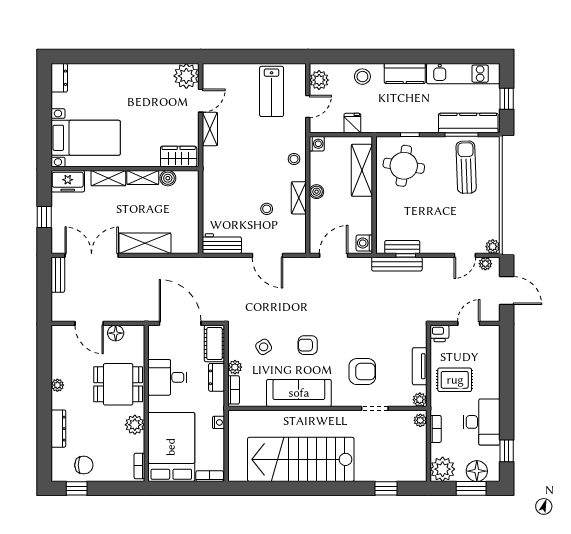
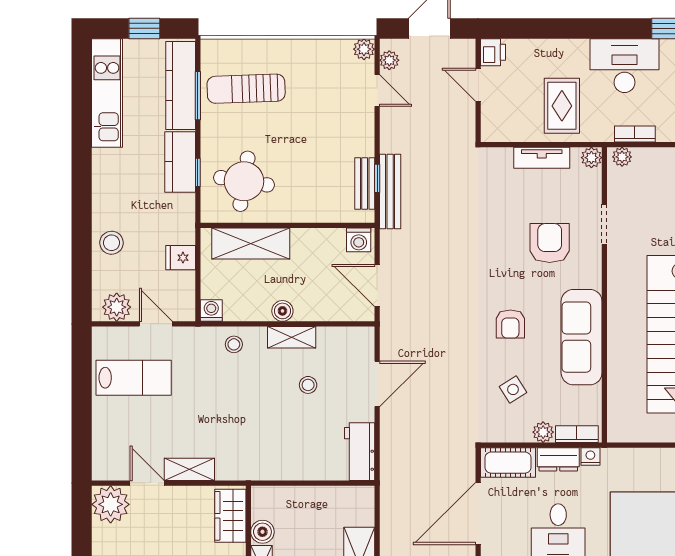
kitchen counter: (405, 73) -> (180, 162), moved, turned 180
printer: (440, 333) -> (493, 52), moved
nightstand: (218, 422) -> (590, 457), moved

